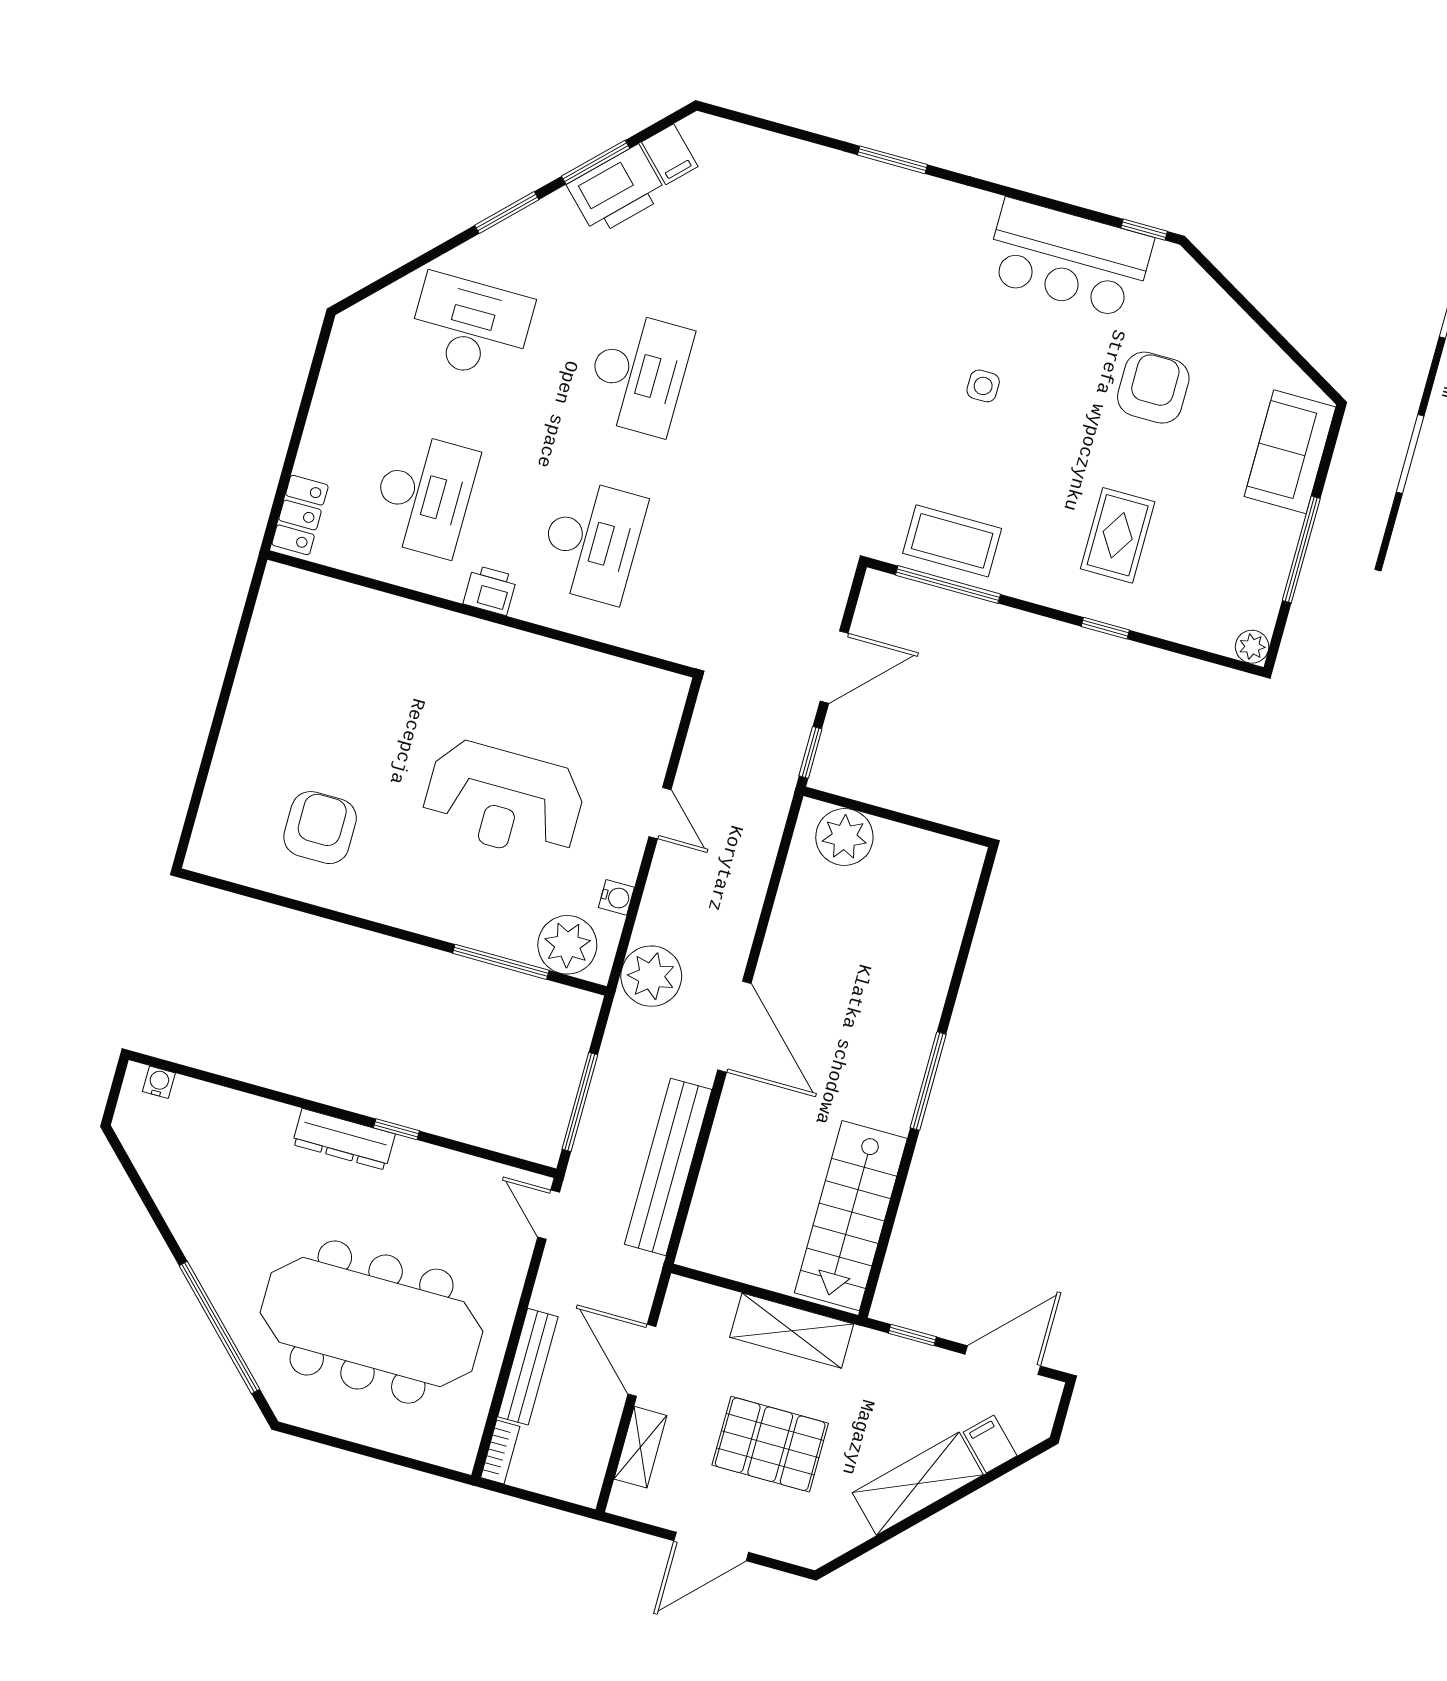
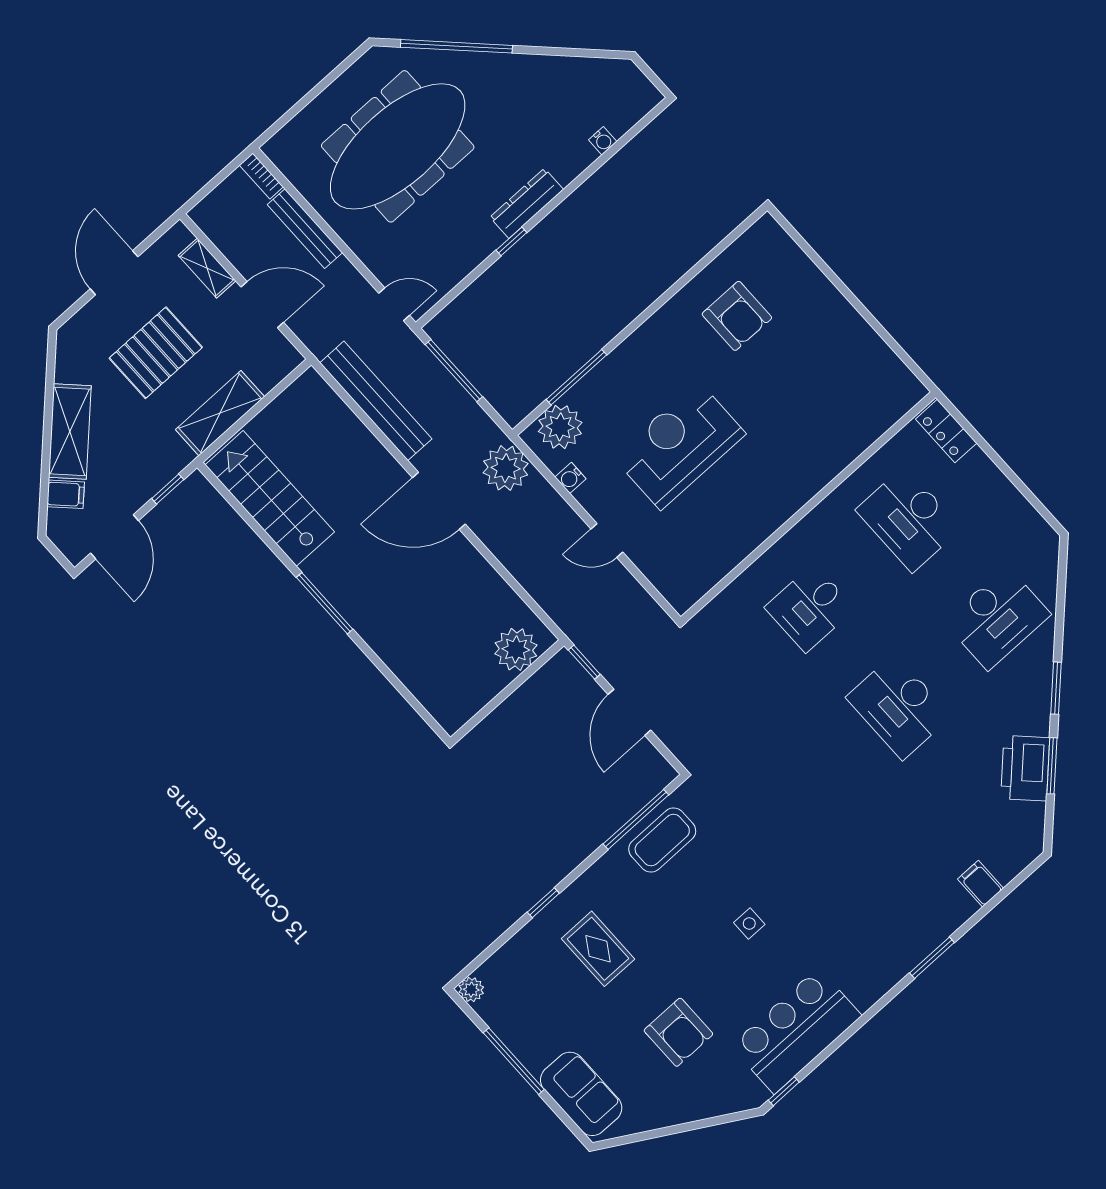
filing cabinet: (670, 154) -> (980, 884), moved, turned 45
desk: (592, 541) -> (810, 608), width x0.73
printer: (490, 590) -> (820, 523), removed
water cooler: (159, 1082) -> (603, 141), moved

